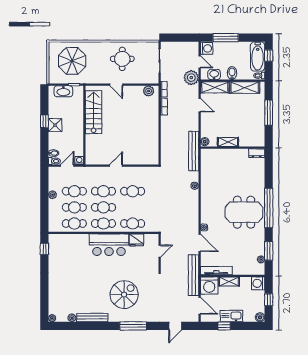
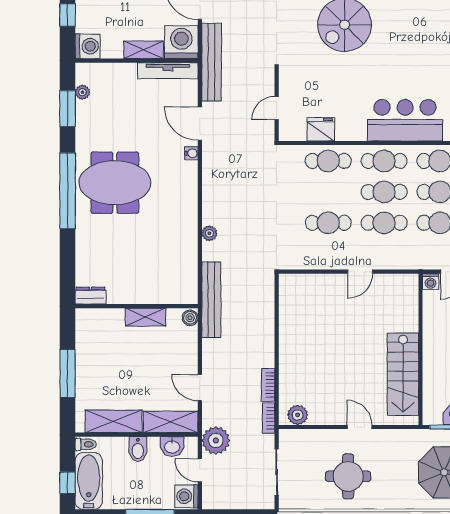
bar counter: (109, 245) -> (405, 120), moved

